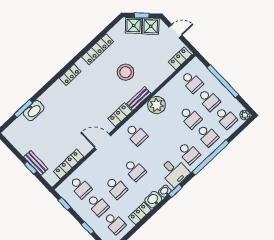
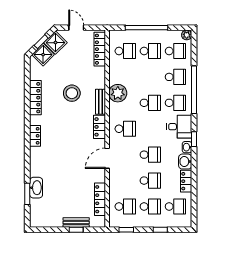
door: (175, 31) -> (76, 28), hinge flipped
locker: (180, 58) -> (100, 49), width x1.53
school desk: (190, 117) -> (150, 103), moved

